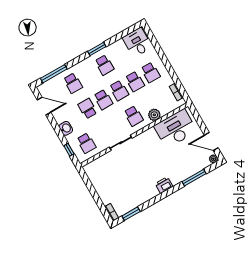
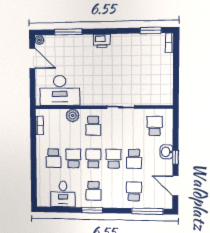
desk: (137, 42) -> (63, 194), moved
school desk: (104, 65) -> (94, 191), turned 180
school desk: (151, 72) -> (53, 158), turned 180
school desk: (134, 116) -> (93, 126), turned 180
window: (69, 150) -> (176, 157), moved

